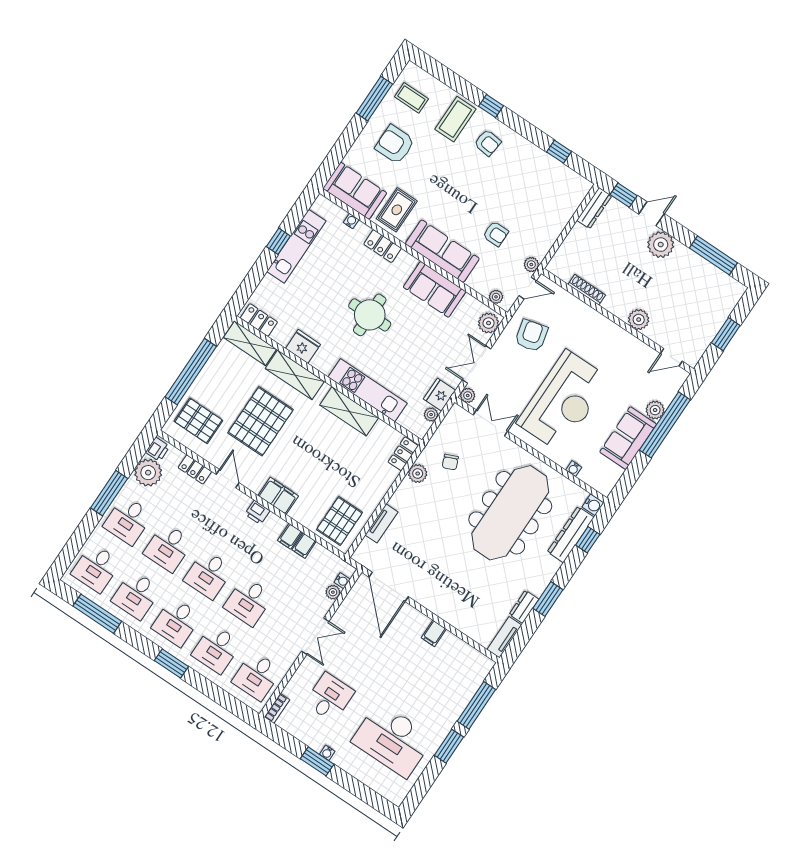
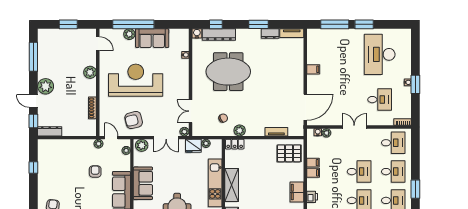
reception desk: (563, 401) -> (136, 80), moved
meeting table: (510, 513) -> (228, 72), width x0.73
desk: (330, 697) -> (380, 100), turned 180
desk: (393, 740) -> (380, 54), turned 180

